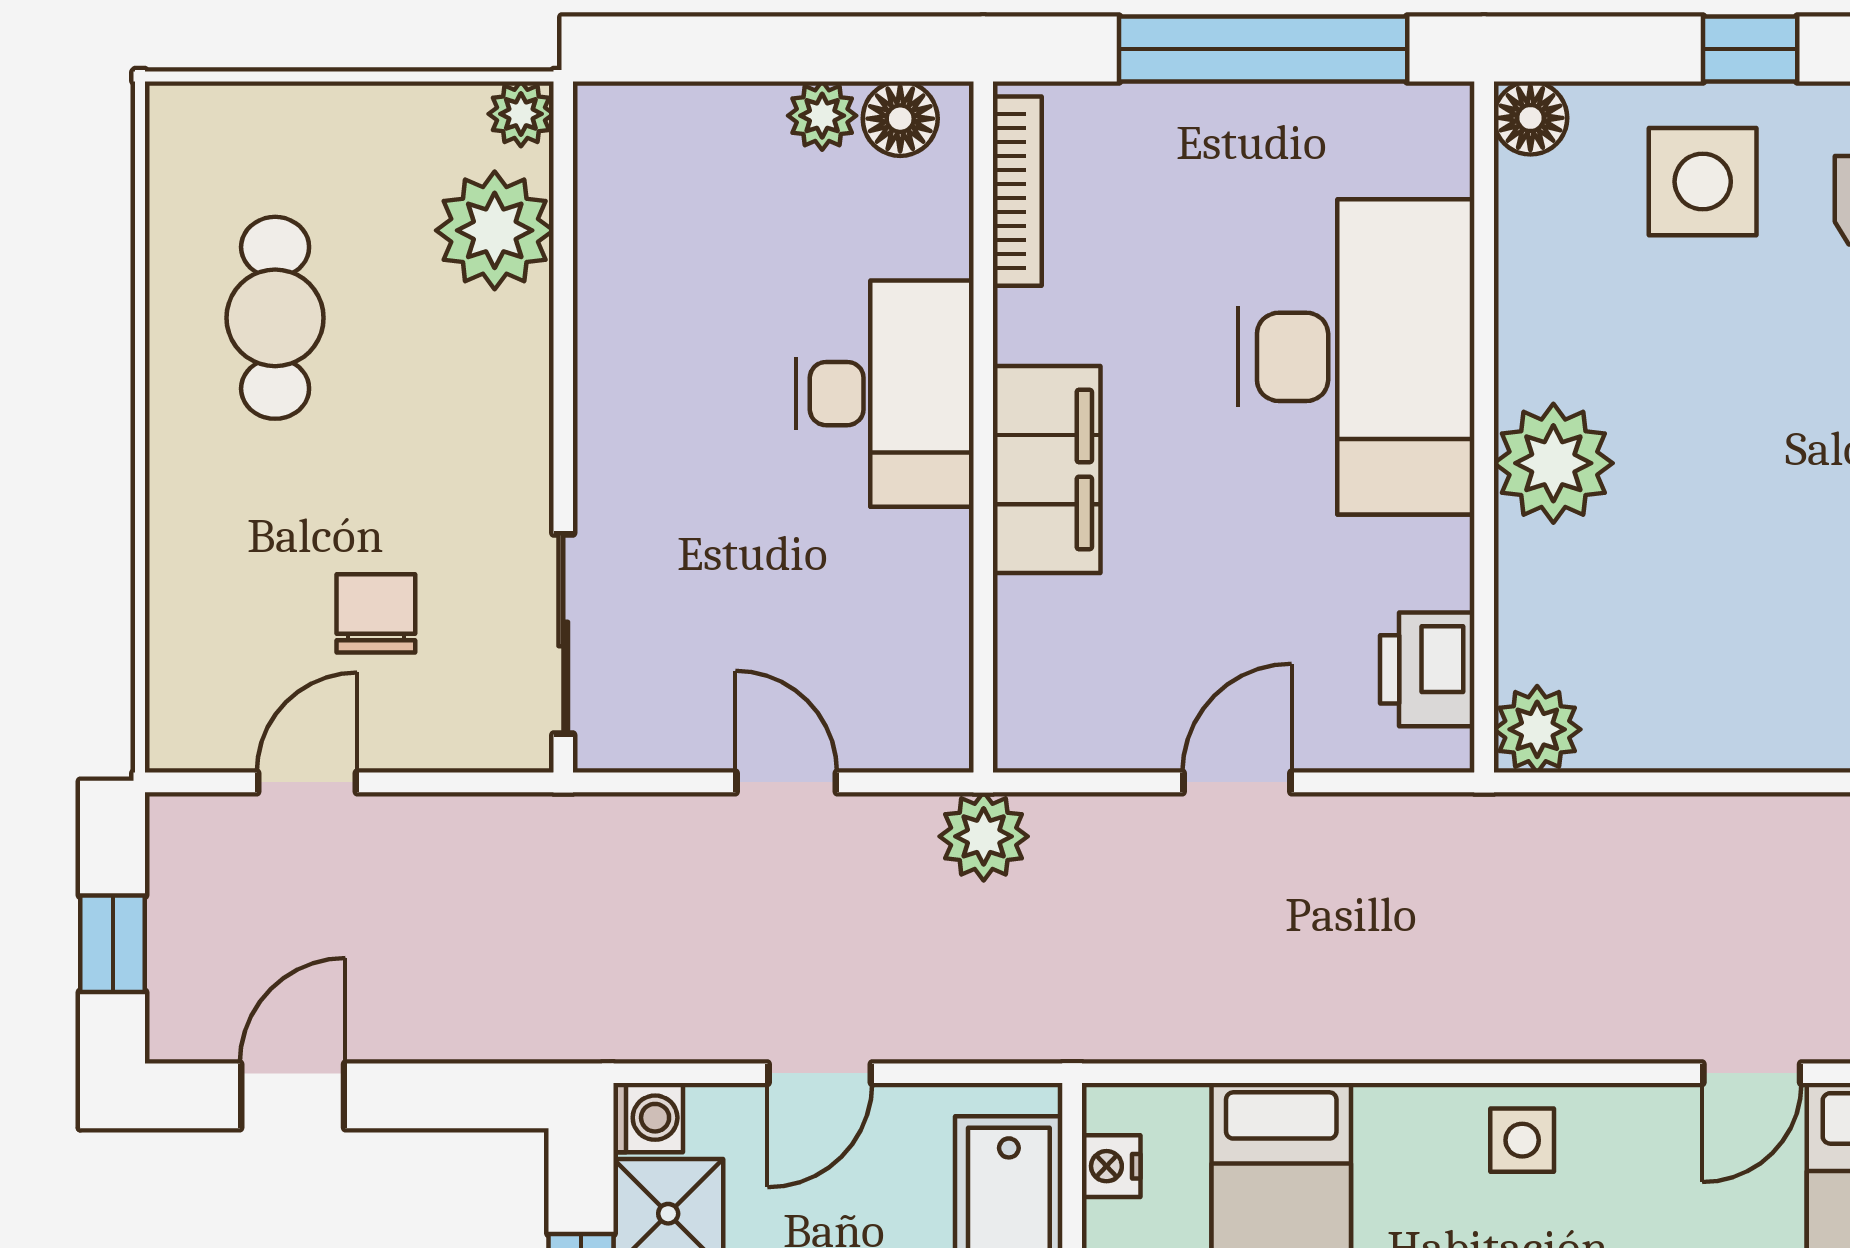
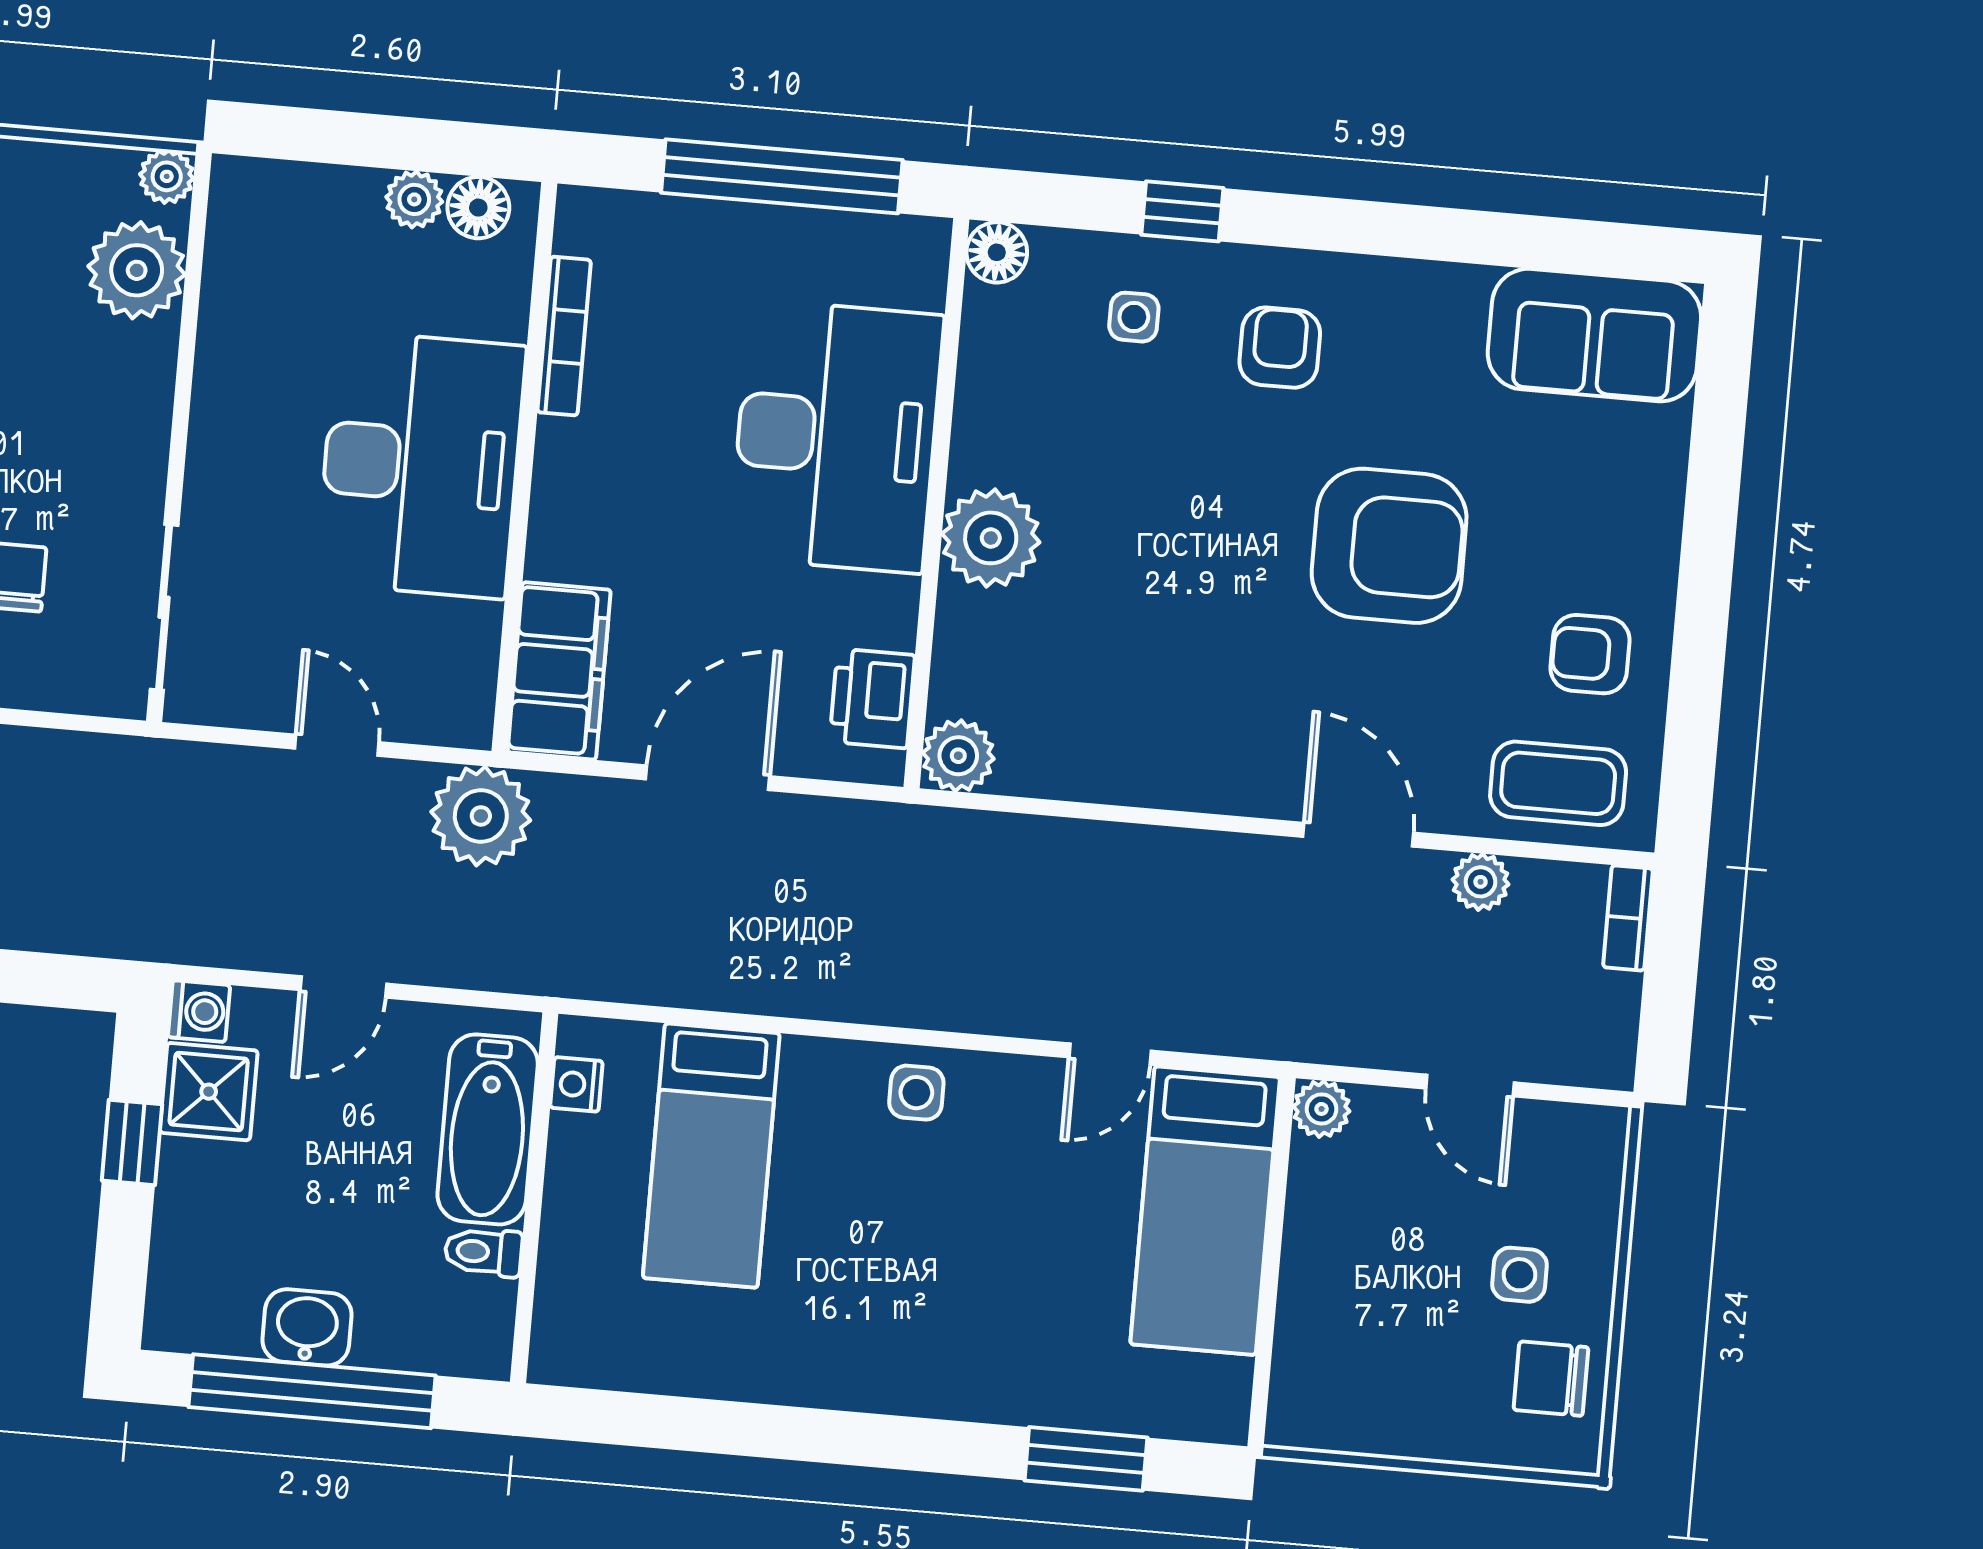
side table: (1703, 182) -> (1134, 317), width x0.54, depth x0.54
bookcase: (1017, 191) -> (564, 336), moved
desk: (885, 394) -> (421, 465), width x1.36, depth x1.30
filing cabinet: (1047, 469) -> (559, 671), moved
door: (1237, 782) -> (708, 778), width x1.38
plant: (984, 836) -> (481, 816), width x1.36, depth x1.36

